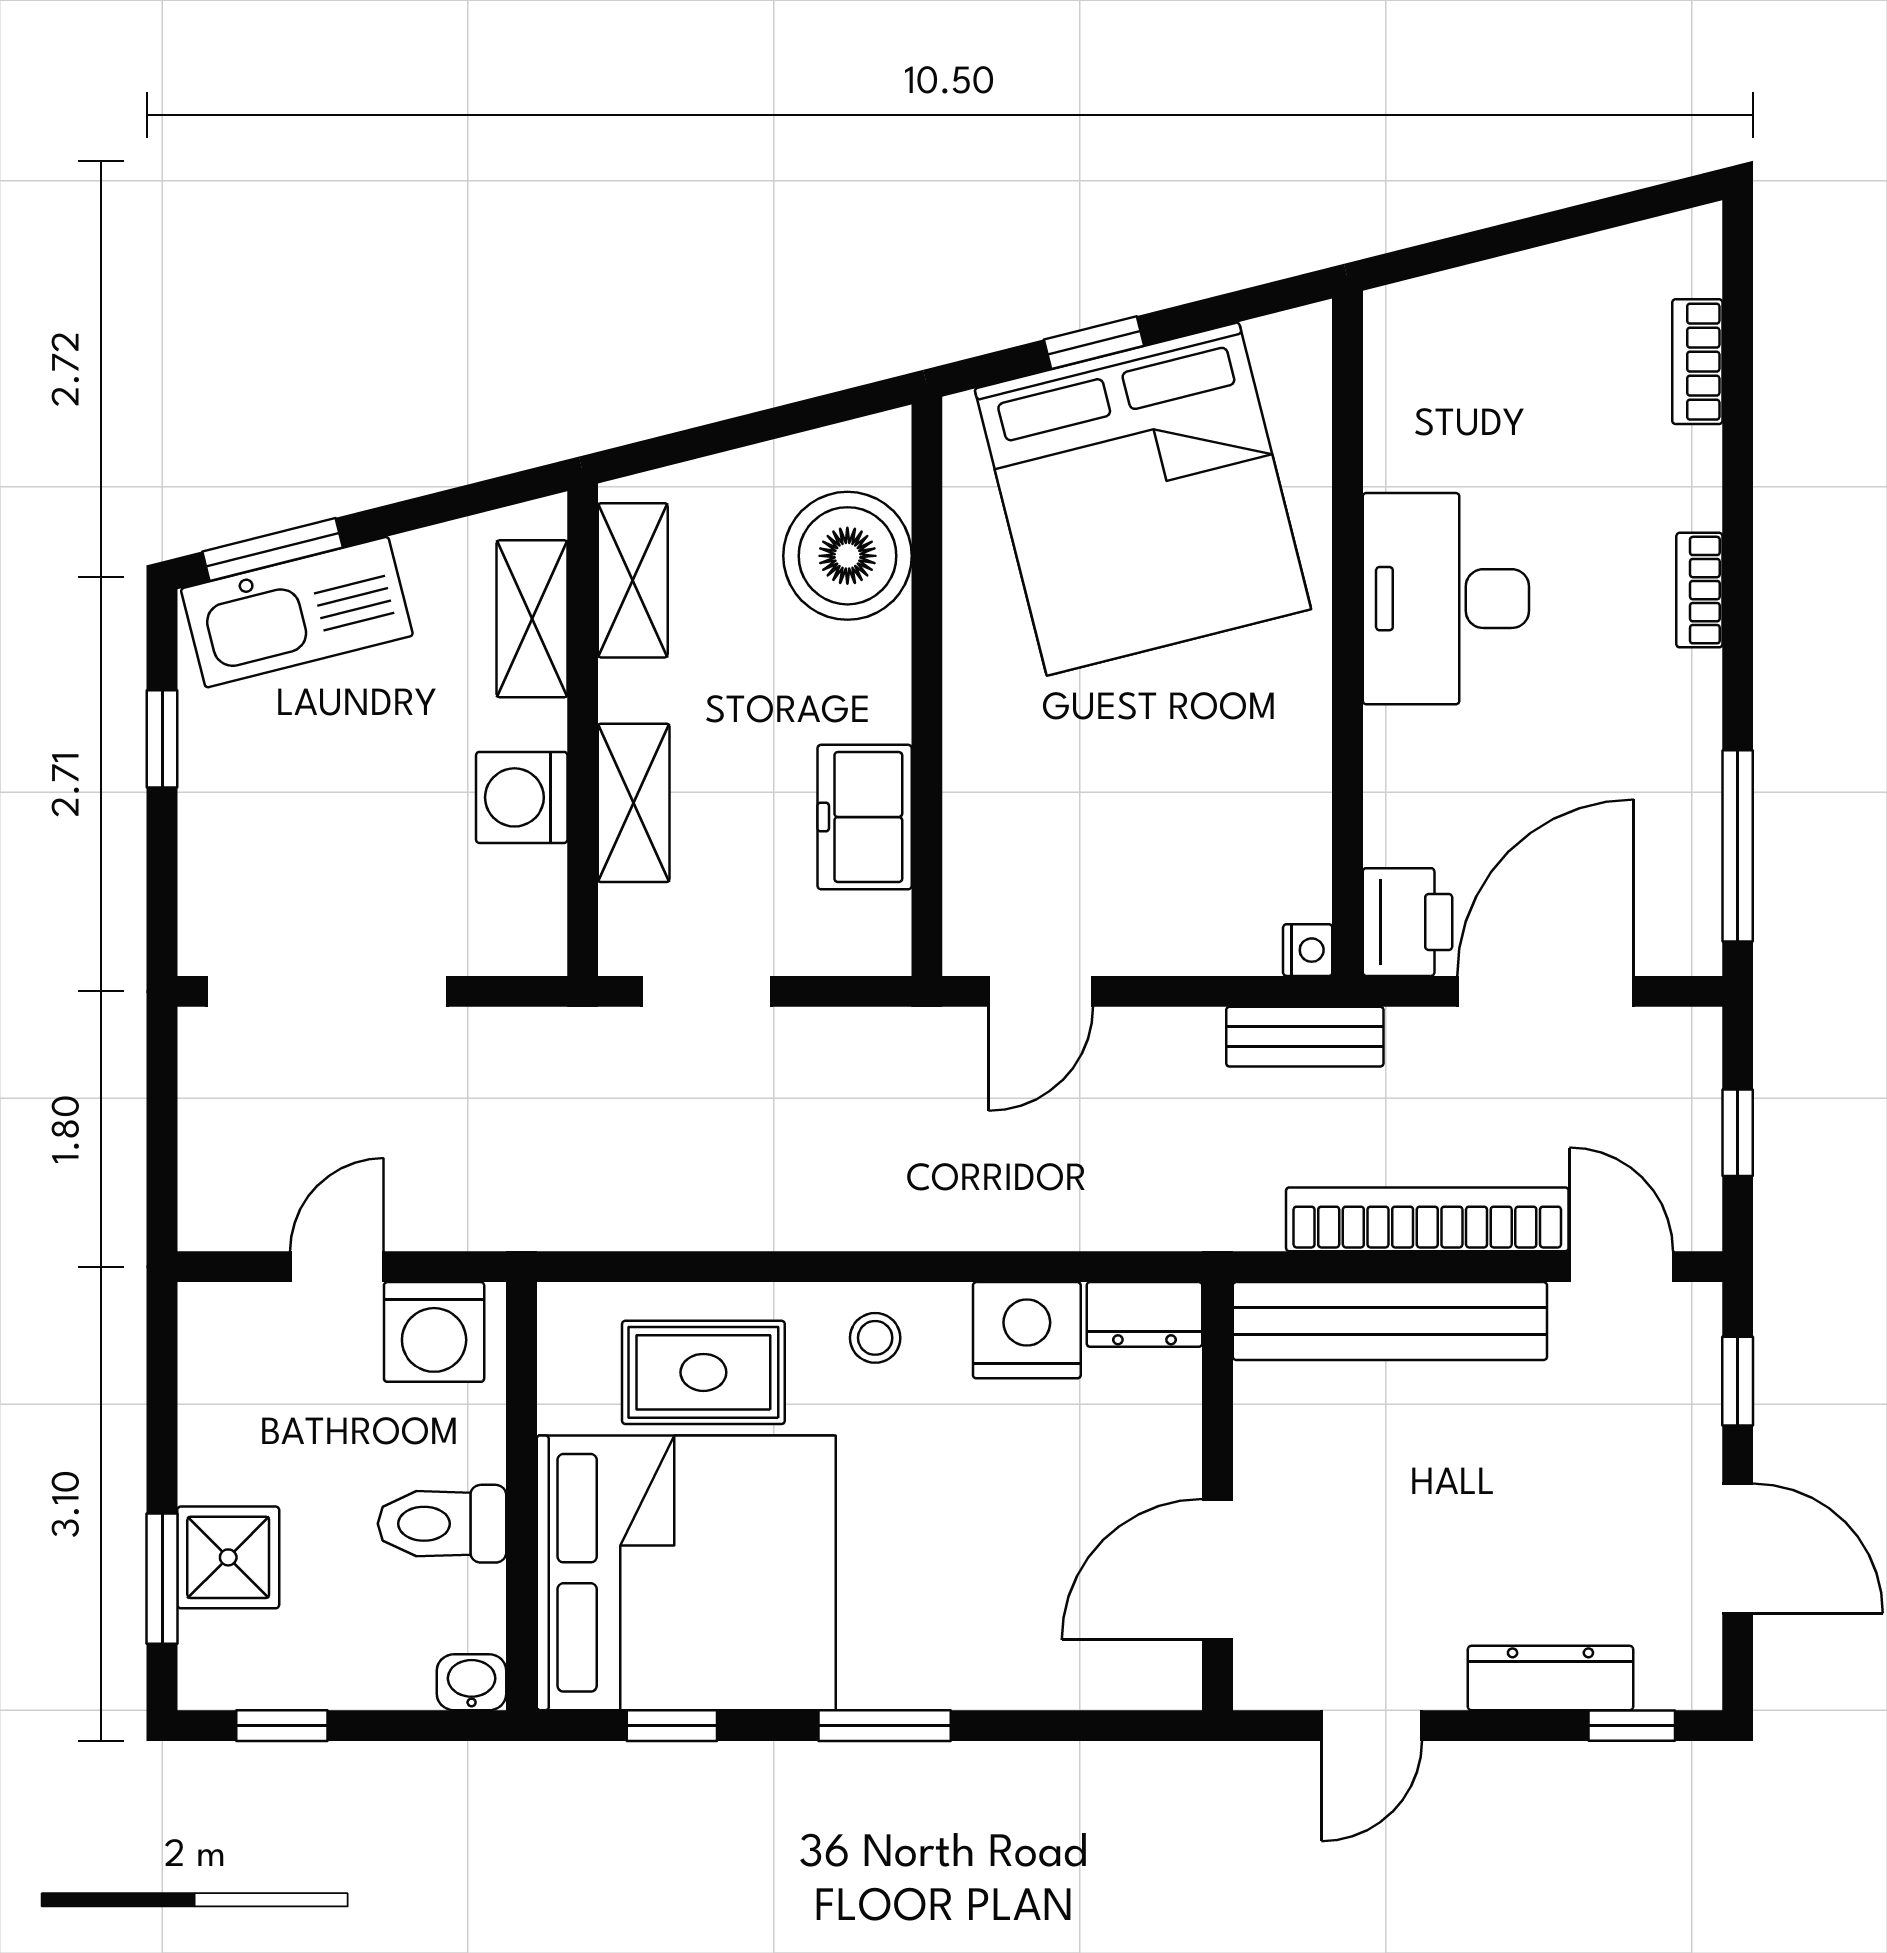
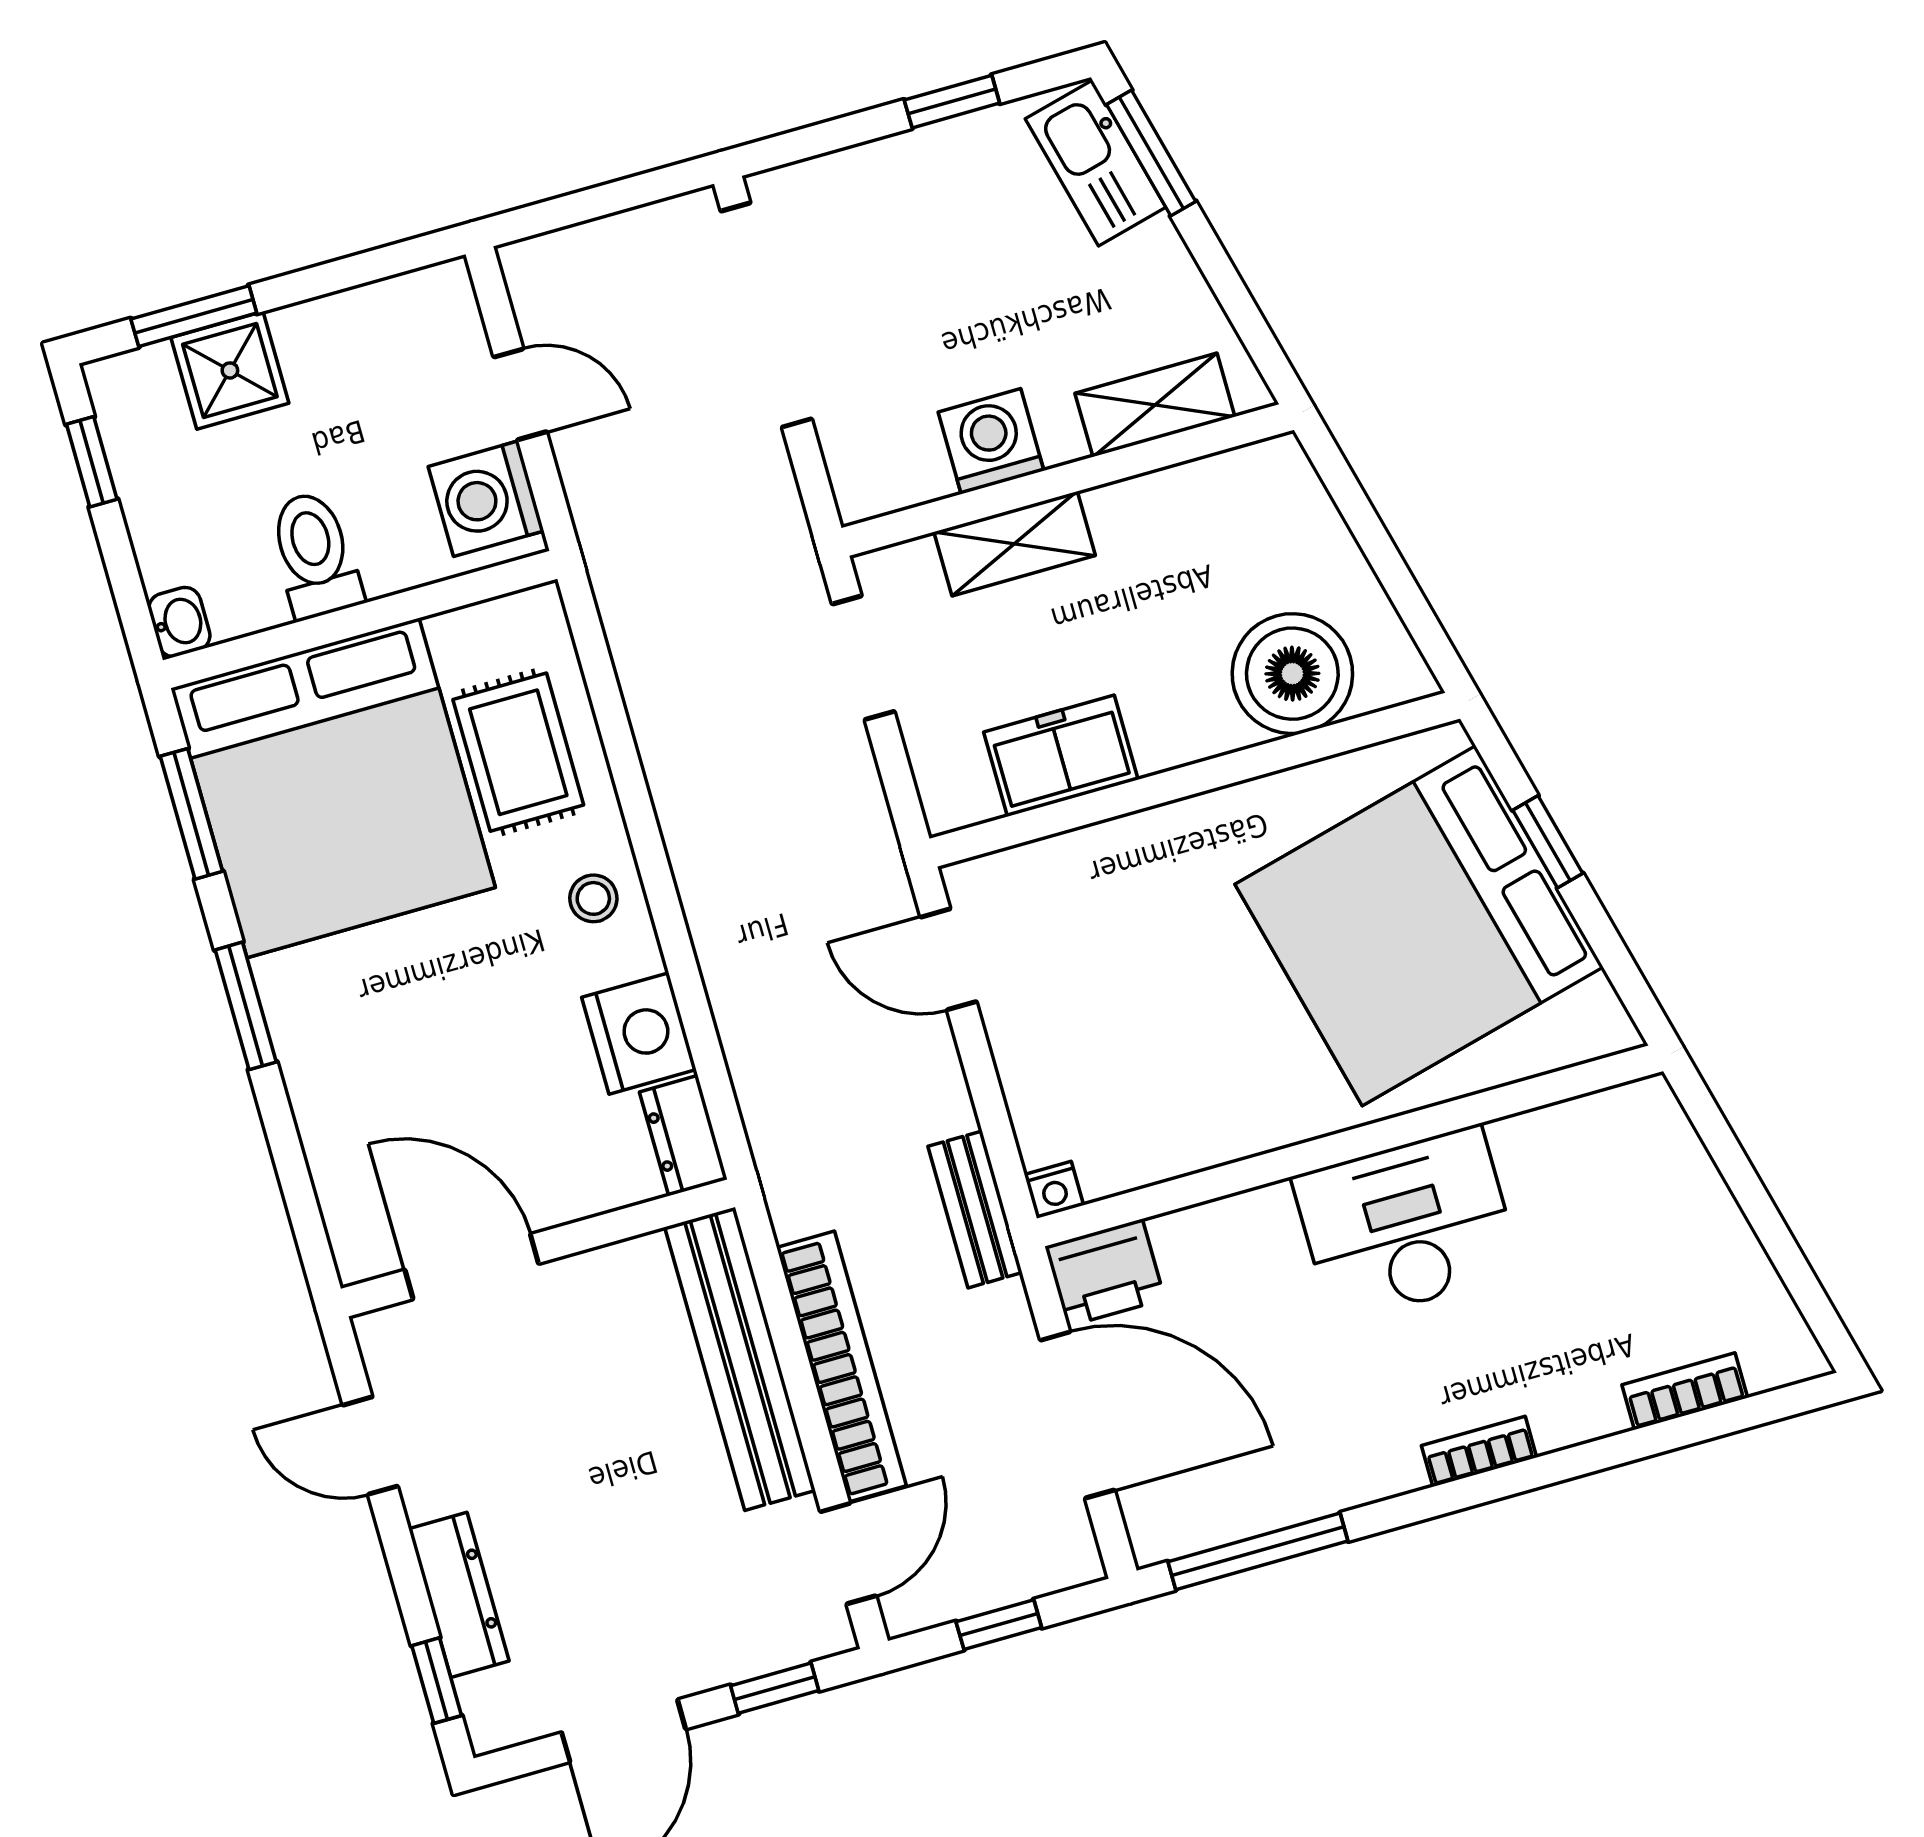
shelving: (633, 580) -> (1215, 486), removed
kitchen sink: (297, 612) -> (1096, 163), width x0.73, depth x0.81
window: (672, 1726) -> (191, 814), width x1.50

